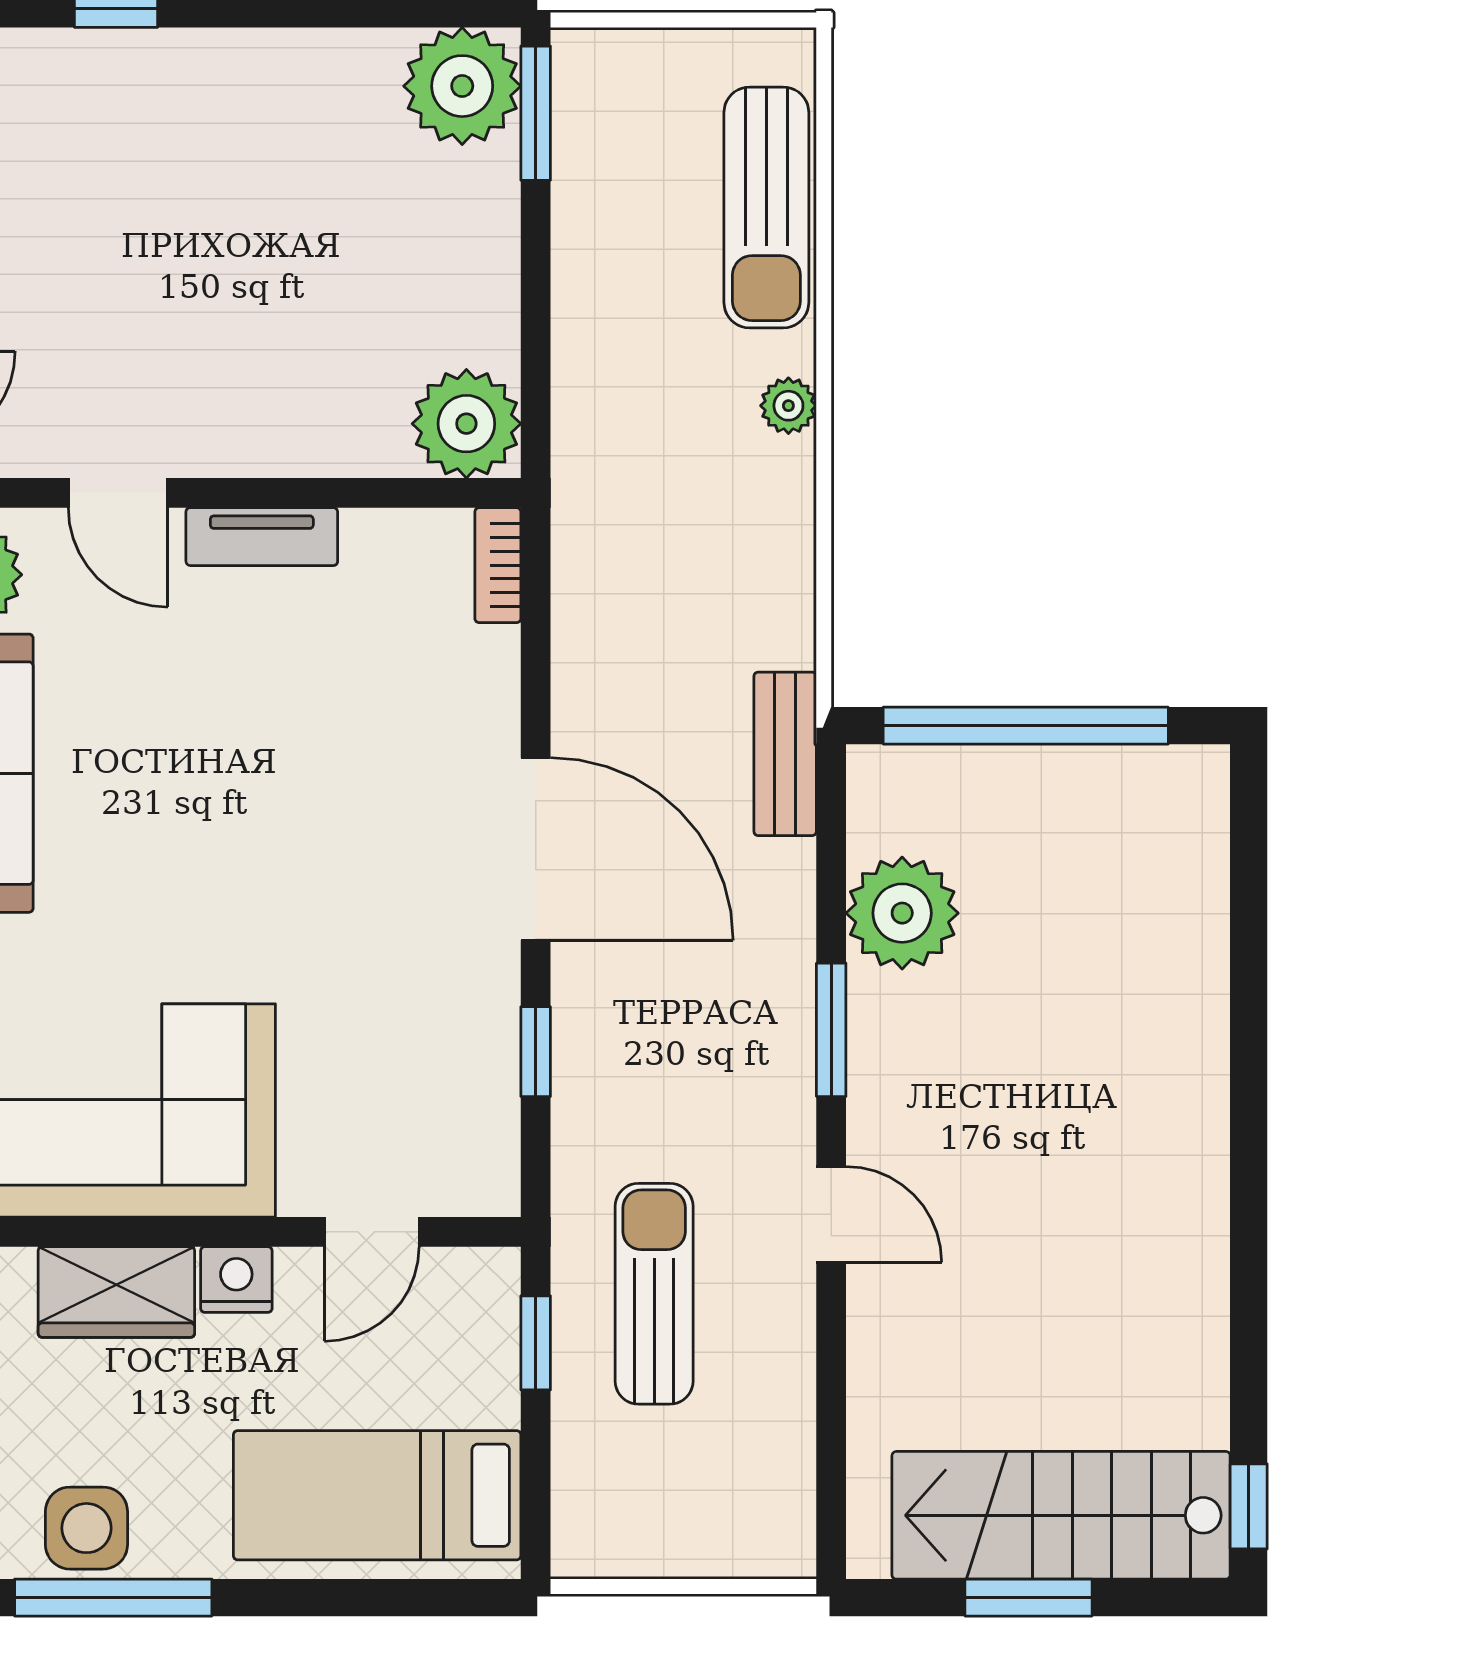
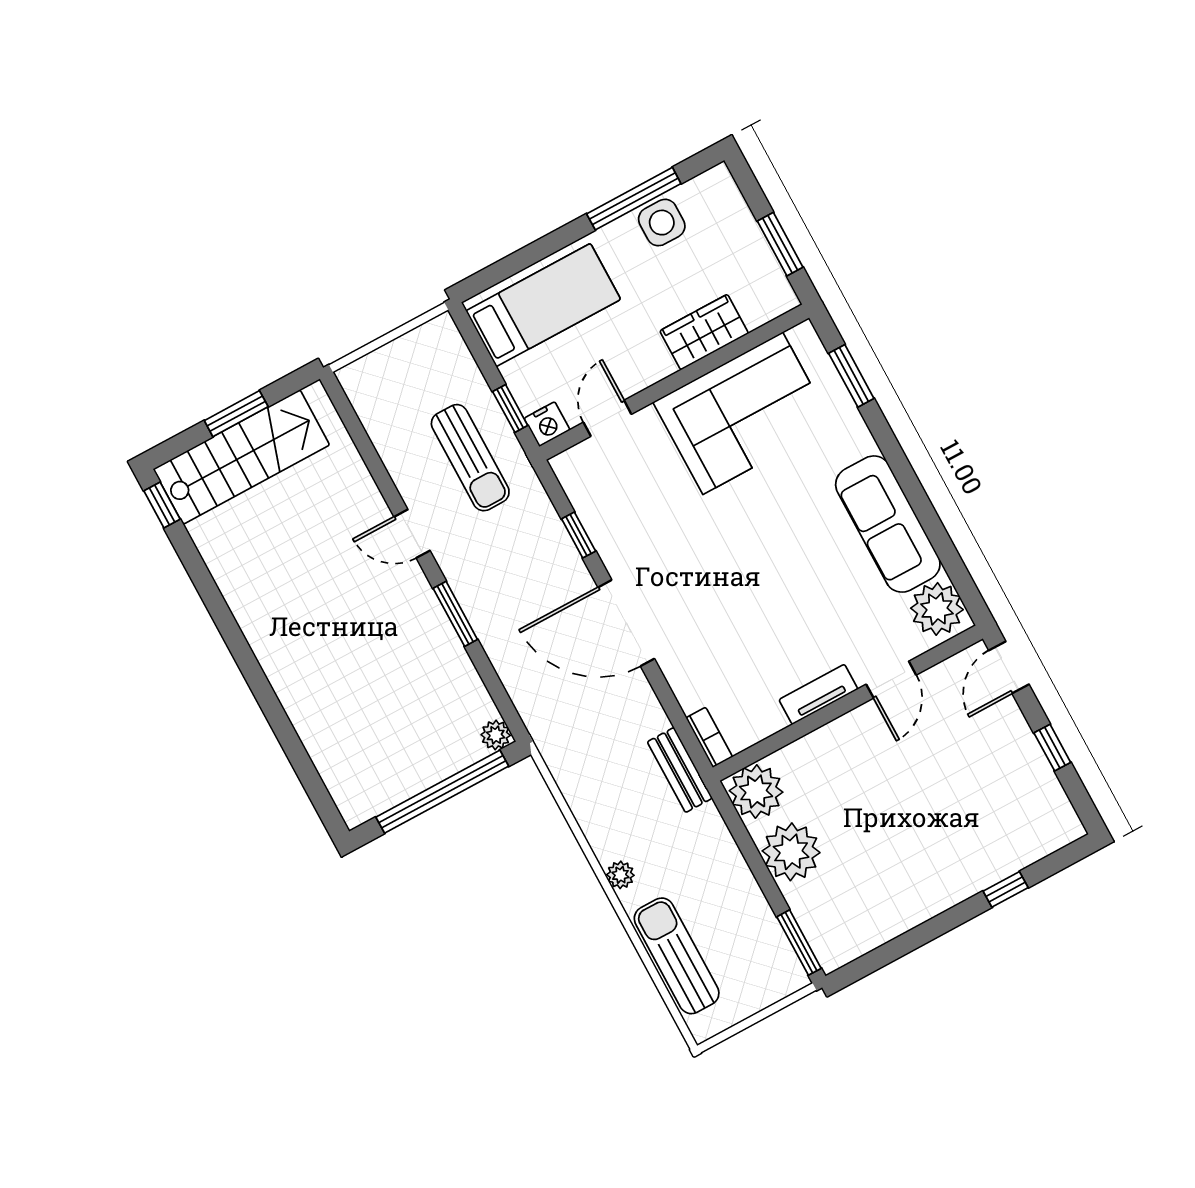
plant: (462, 86) -> (791, 852), moved
door: (118, 493) -> (891, 680), swing flipped
bench: (785, 754) -> (680, 770), moved
plant: (902, 913) -> (496, 735), moved, width x0.53, depth x0.53
nightstand: (236, 1280) -> (547, 424), moved

